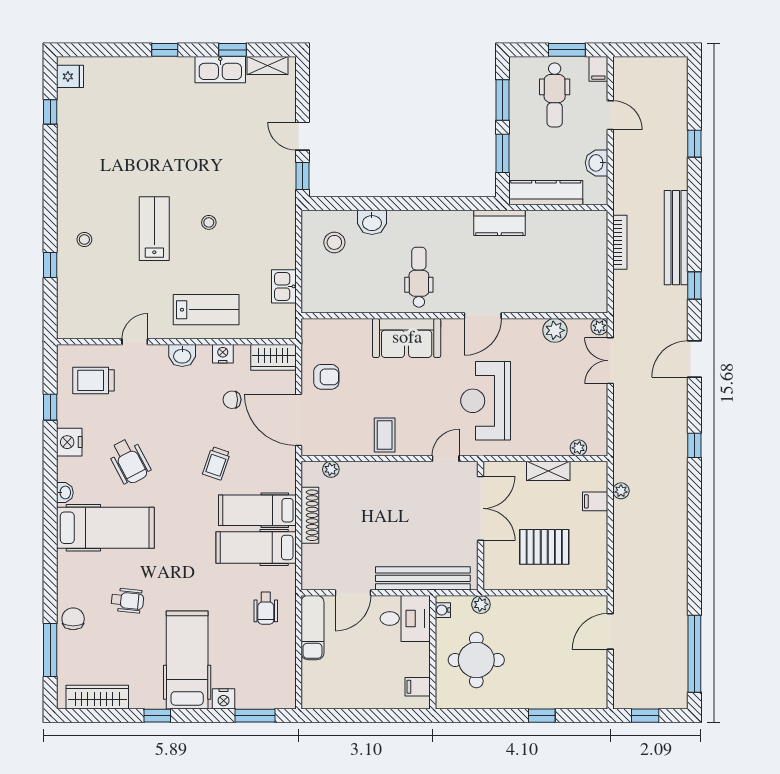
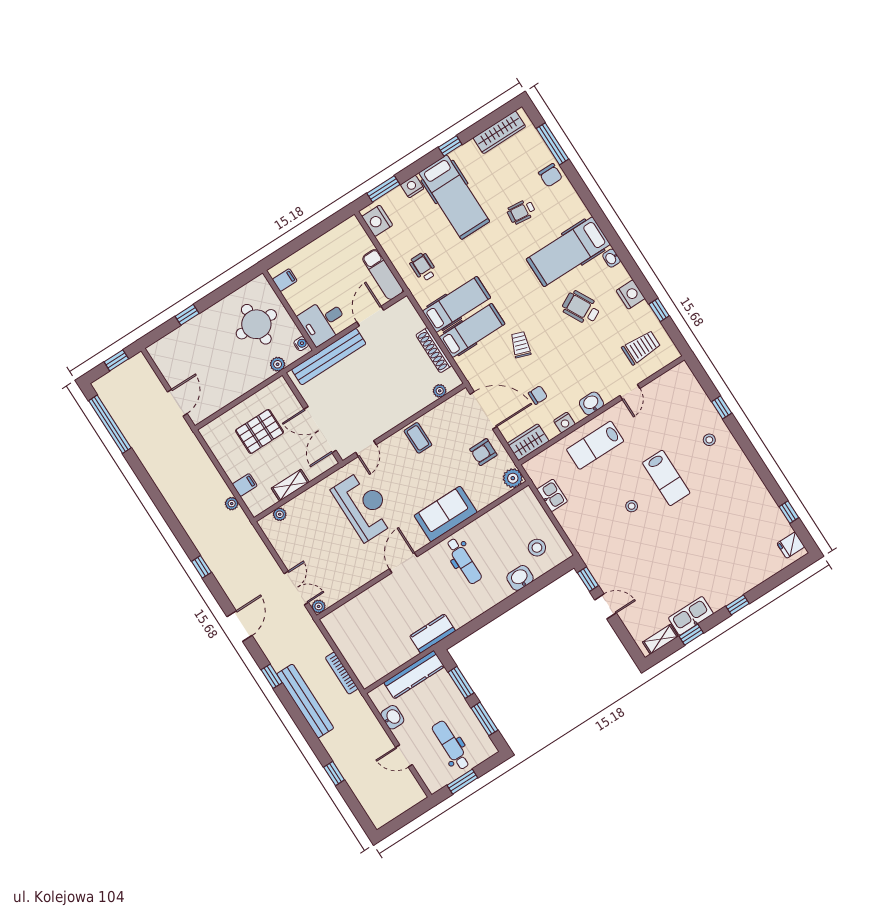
filing cabinet: (598, 69) -> (433, 782), removed
plant: (555, 330) -> (513, 478), moved
nightstand: (283, 687) -> (377, 221), added

